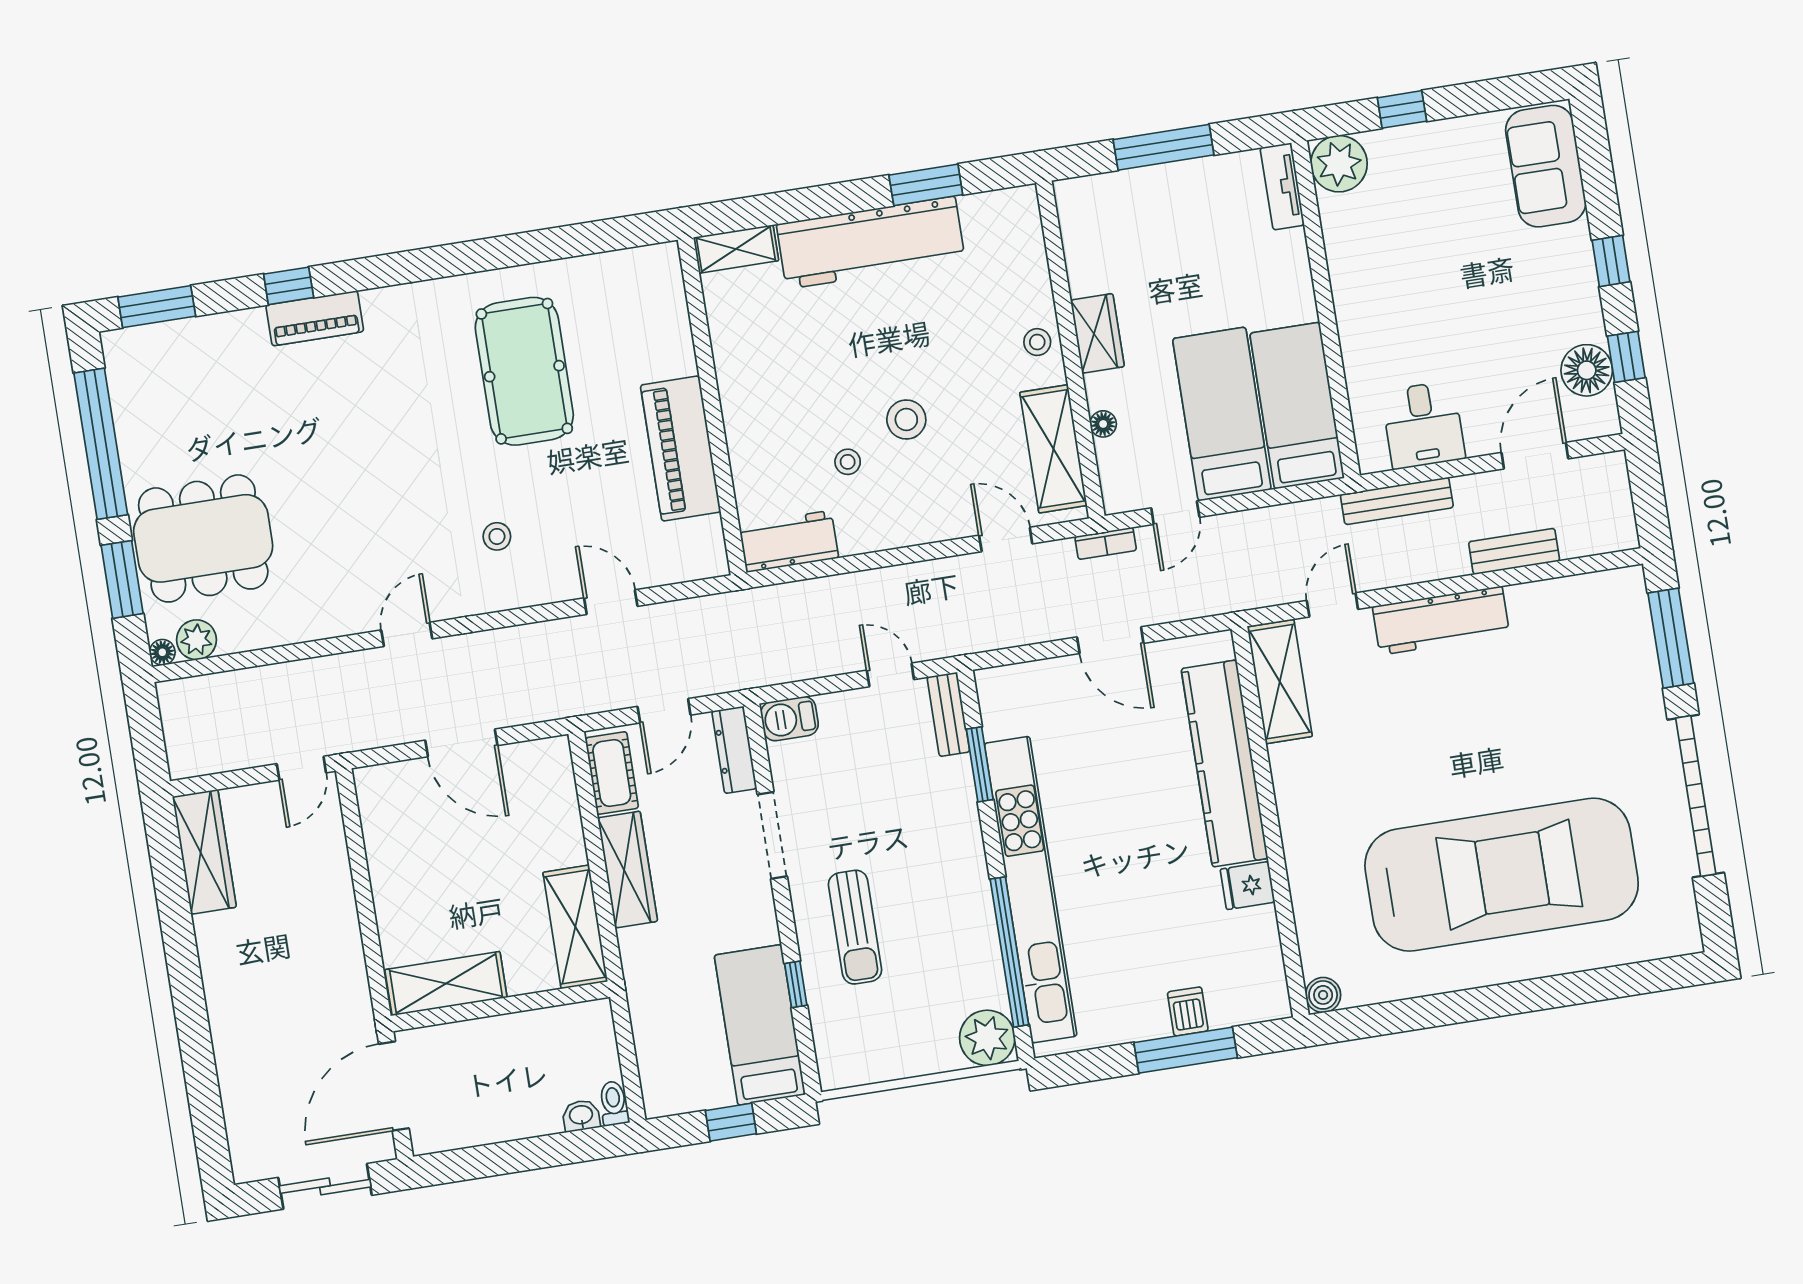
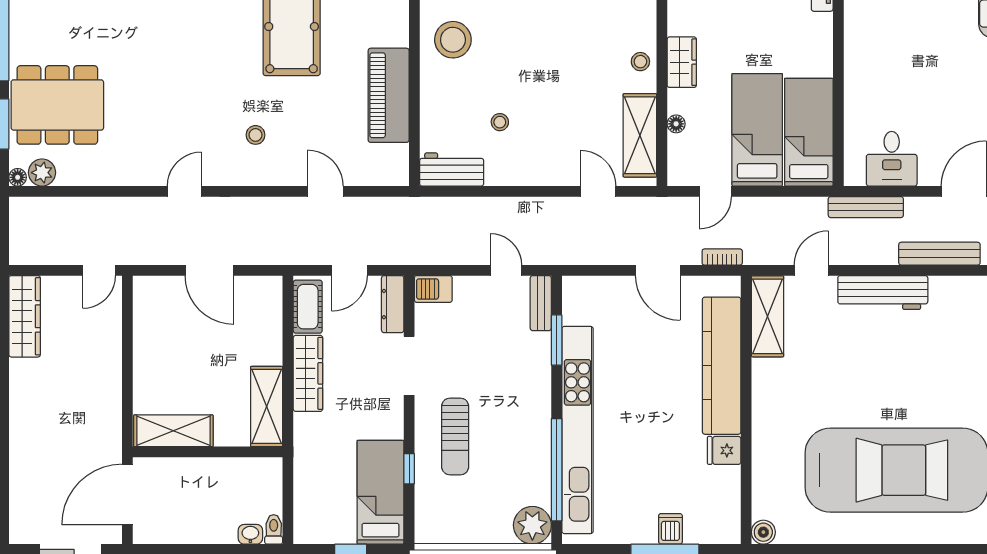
stool: (906, 419) -> (453, 40), moved, width x1.38, depth x1.38
bookcase: (1106, 543) -> (722, 257), moved, turned 180
bench: (1514, 551) -> (939, 254), width x1.36

